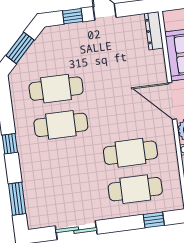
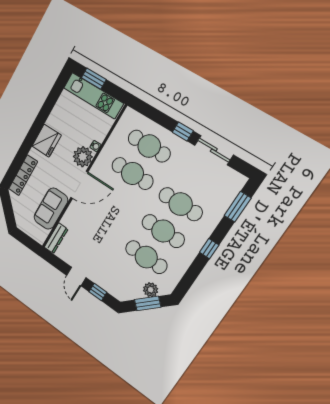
plant: (28, 63) -> (151, 290), added
door: (172, 101) -> (79, 185), hinge flipped
cafe table: (66, 161) -> (181, 204), added
window: (154, 220) -> (183, 132), moved

